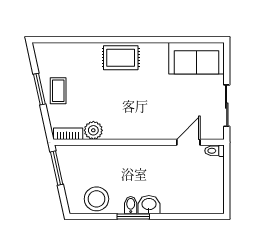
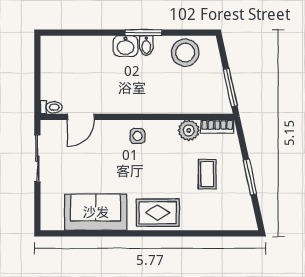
sofa: (196, 58) -> (96, 212), moved
coffee table: (58, 91) -> (207, 174), moved
side table: (138, 125) -> (138, 136), added

